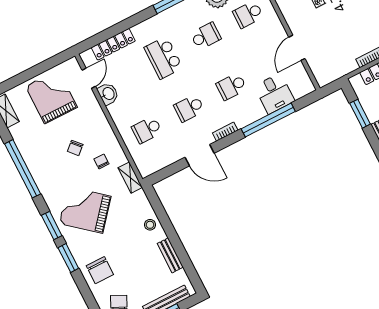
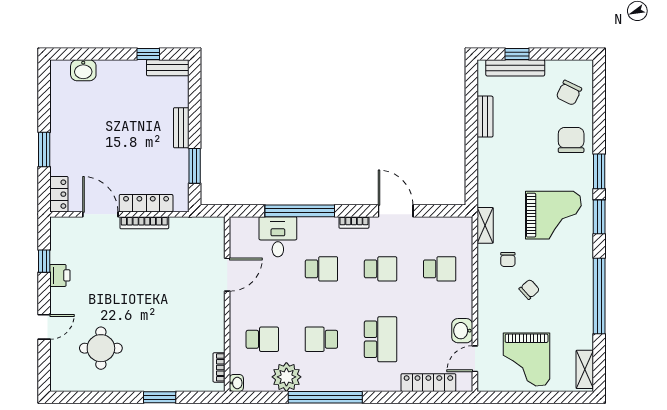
grand piano: (85, 210) -> (553, 215), turned -40
stool: (150, 225) -> (490, 162), removed

